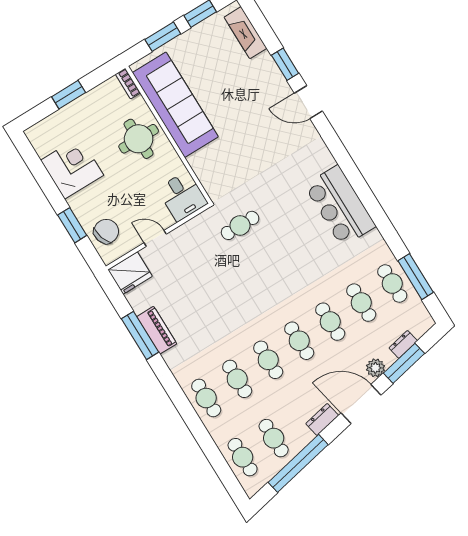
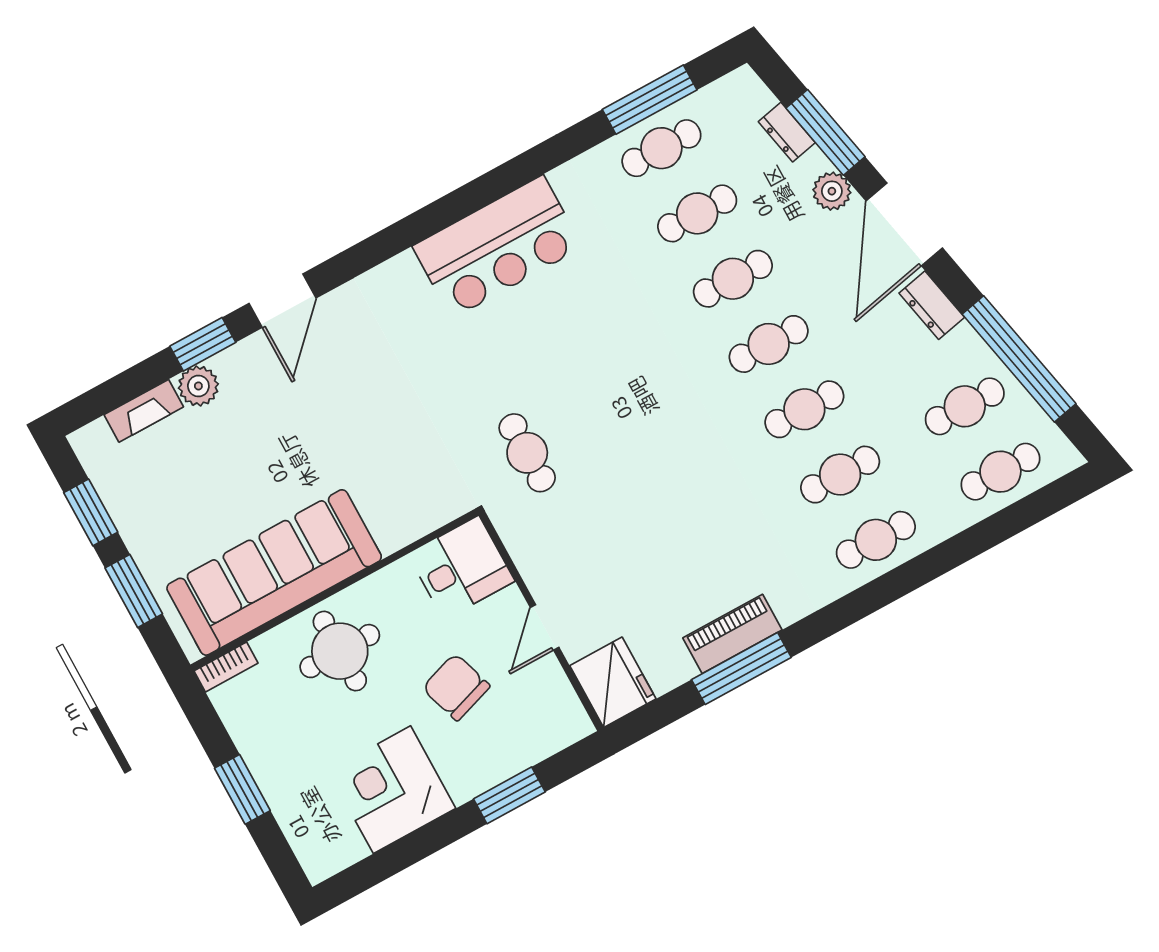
fireplace: (245, 33) -> (144, 411), width x0.73, depth x0.76
plant: (265, 63) -> (198, 386), added
chair: (106, 231) -> (456, 687), moved

